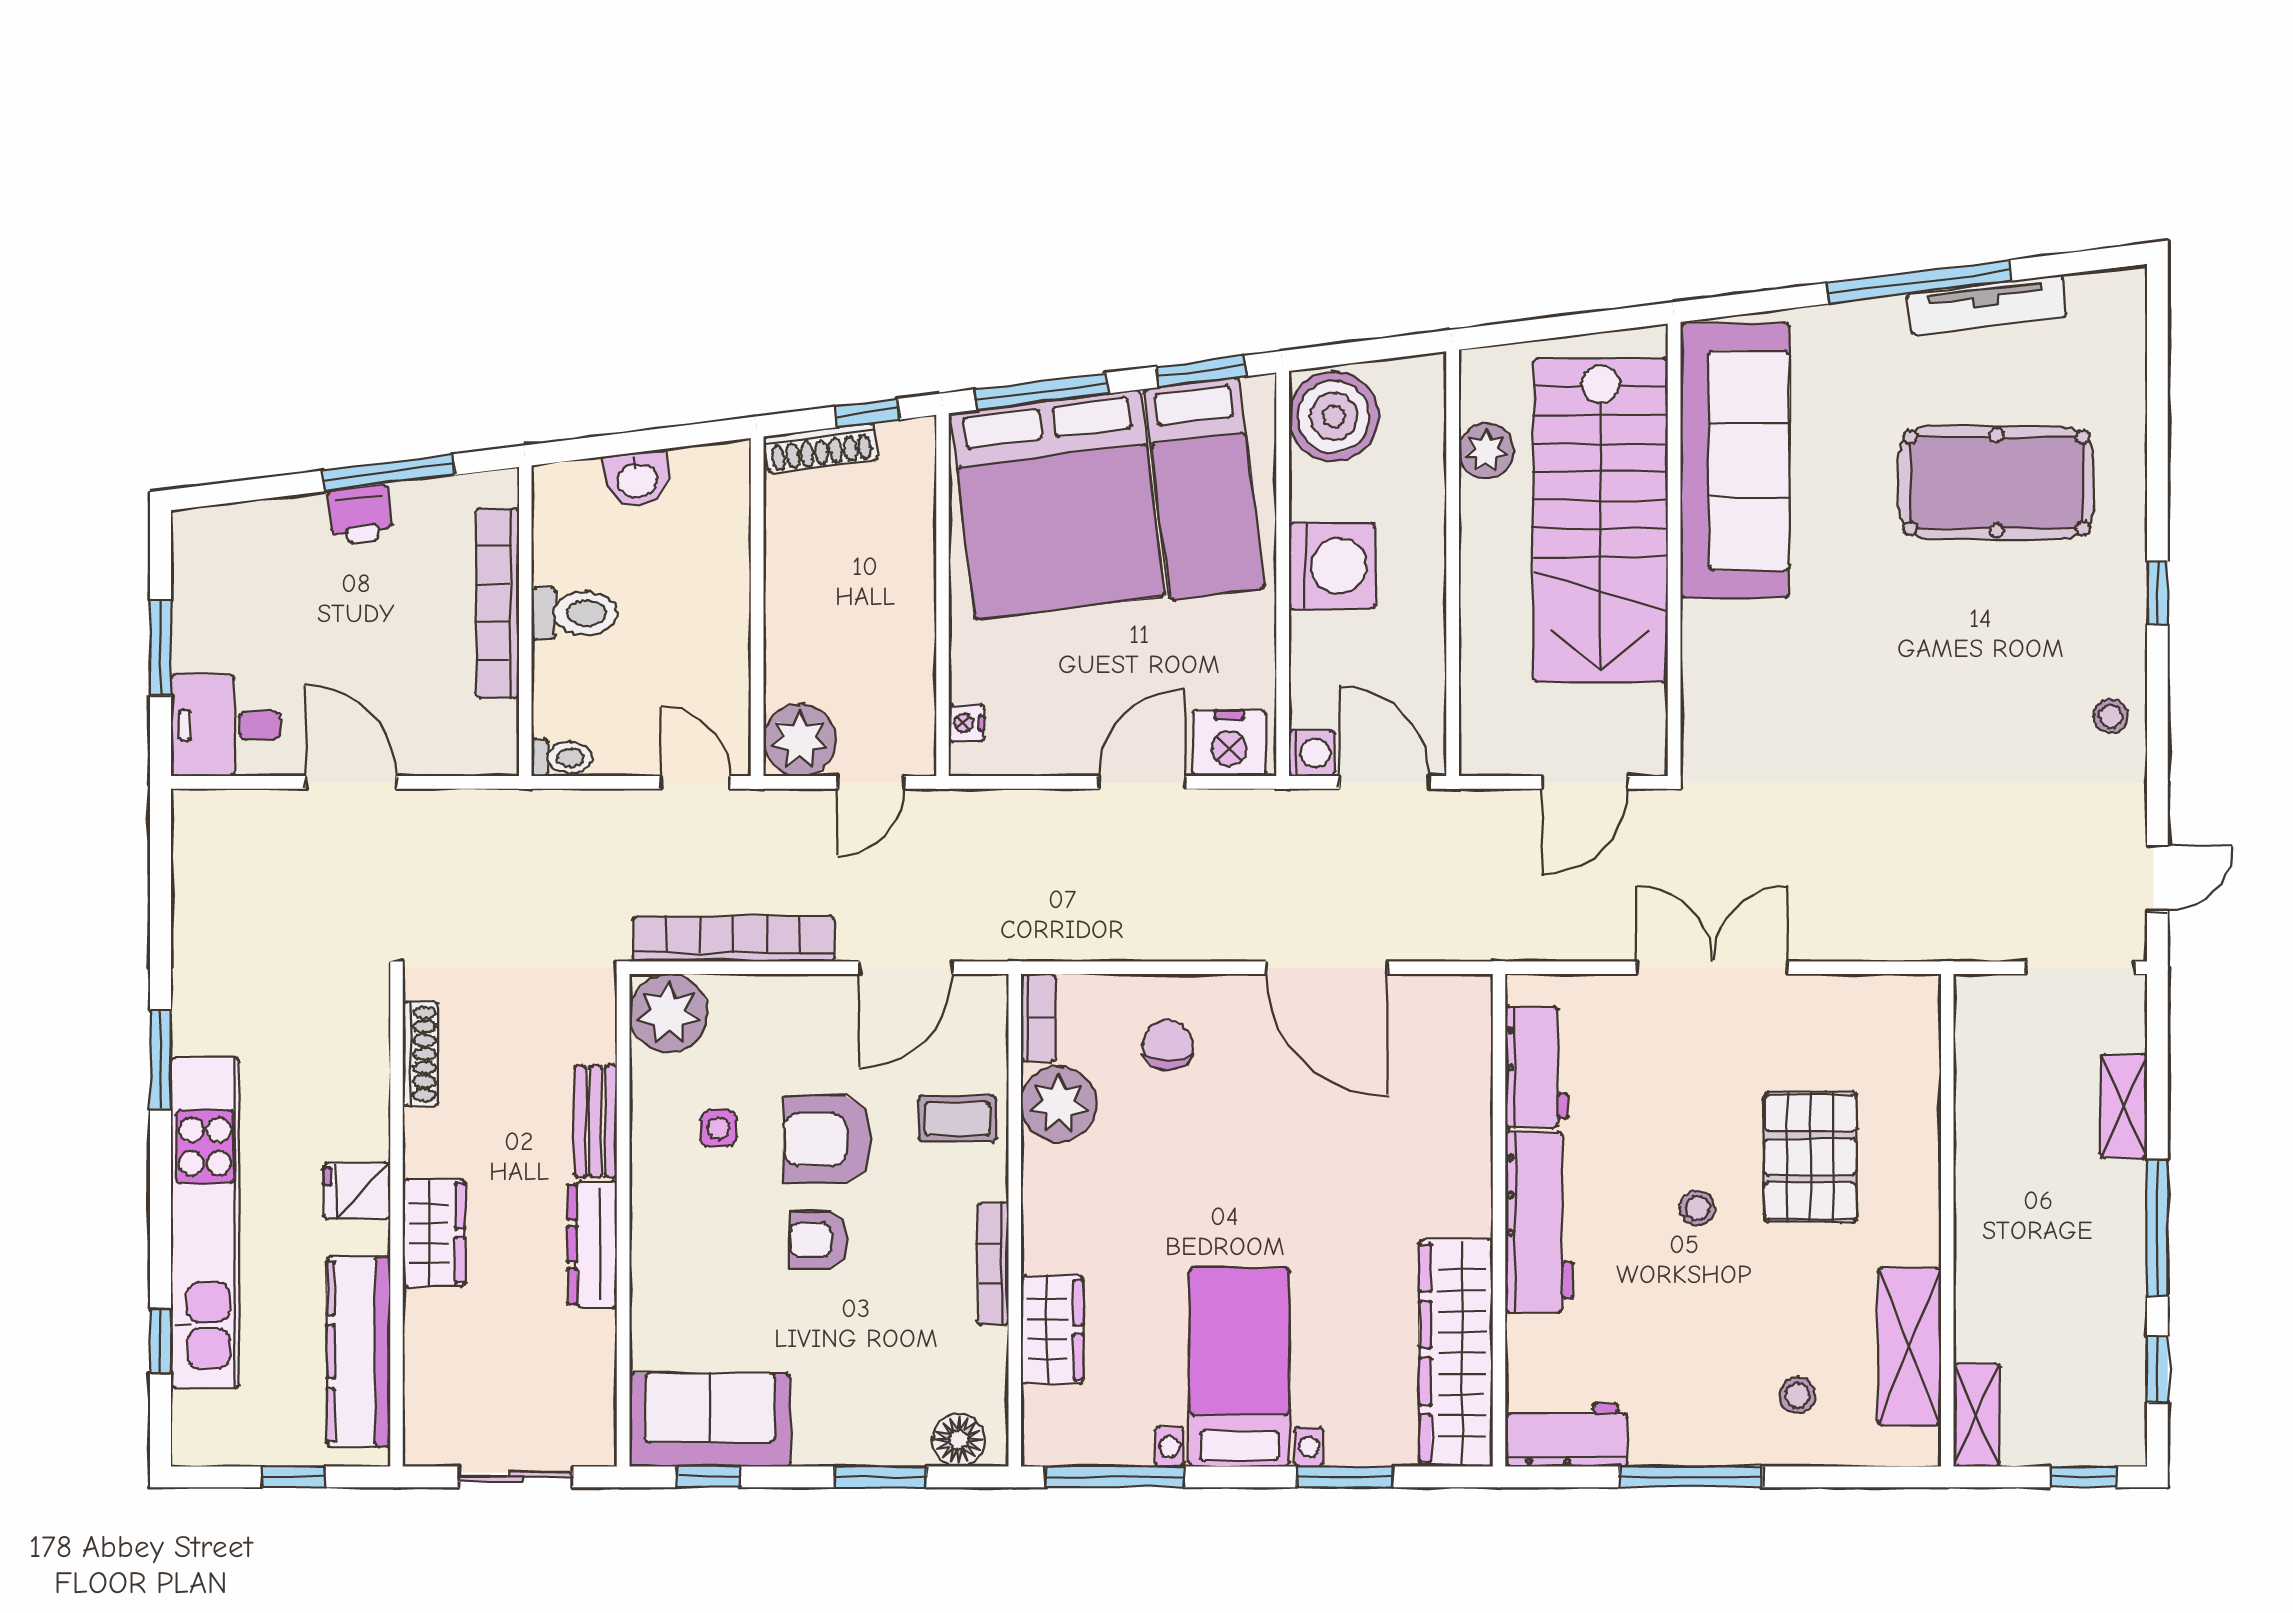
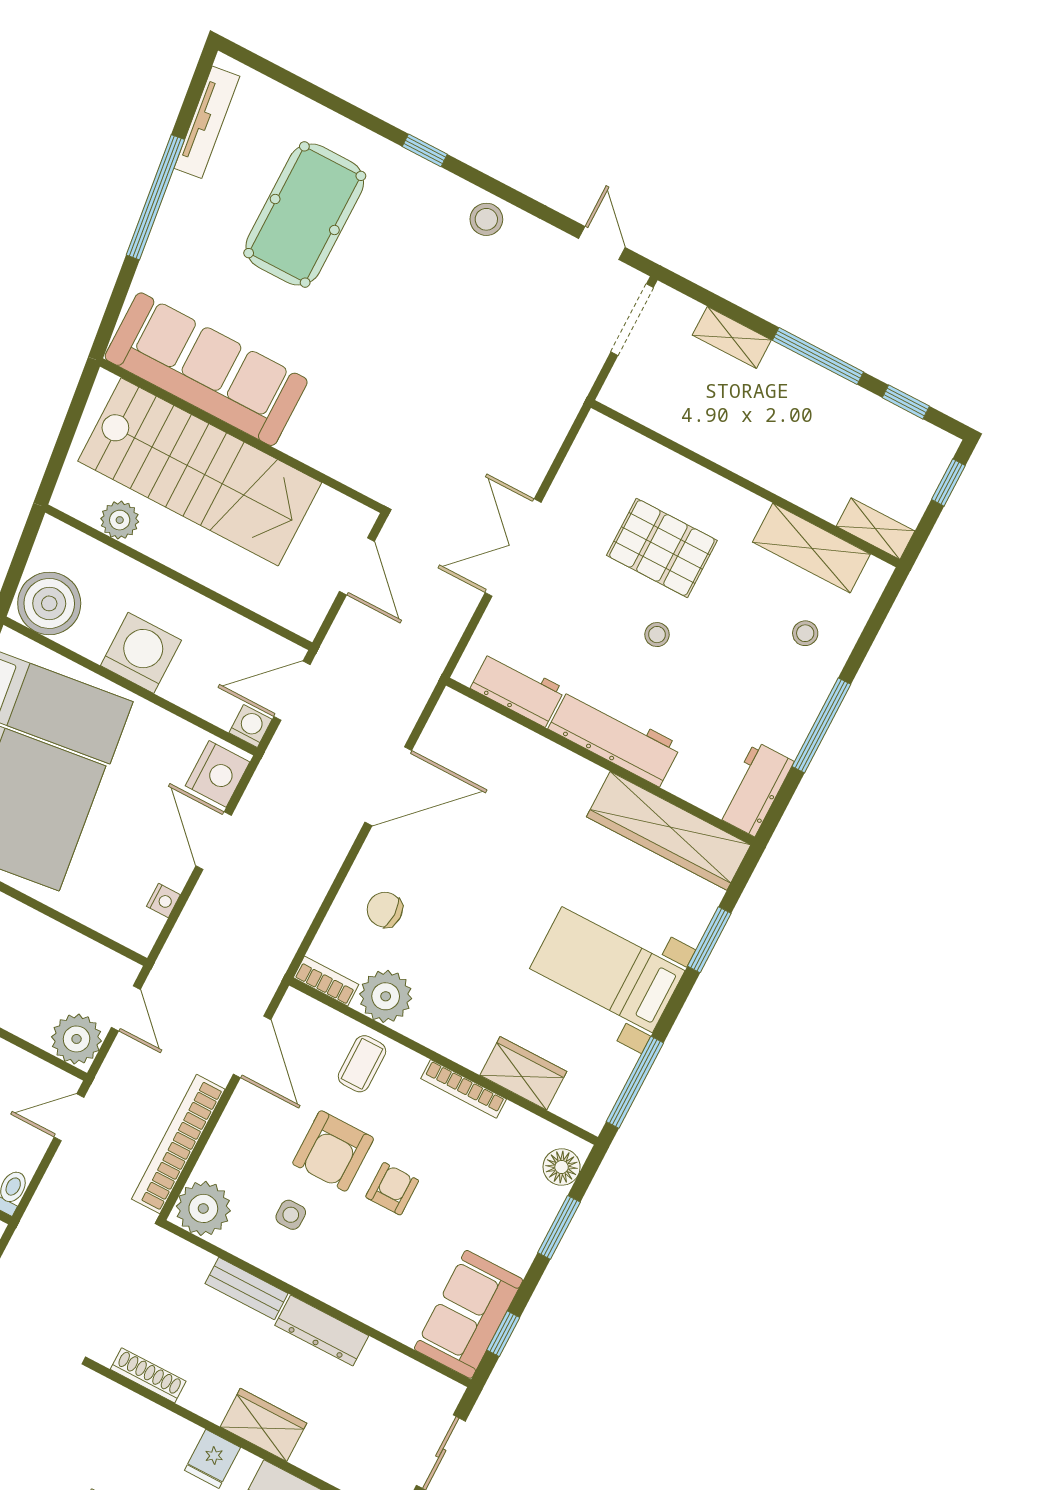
tv unit: (1987, 305) -> (207, 122), moved
stool: (2111, 716) -> (486, 219), width x1.37, depth x1.37
nightstand: (966, 723) -> (163, 901), moved, turned -90
armchair: (819, 1240) -> (392, 1189), turned 180

